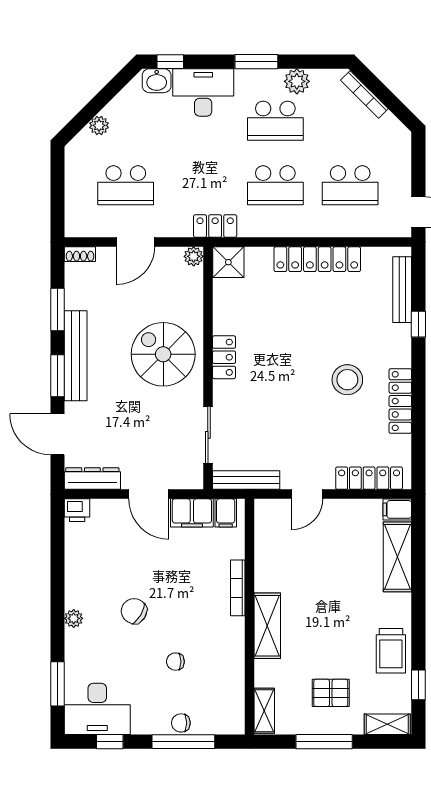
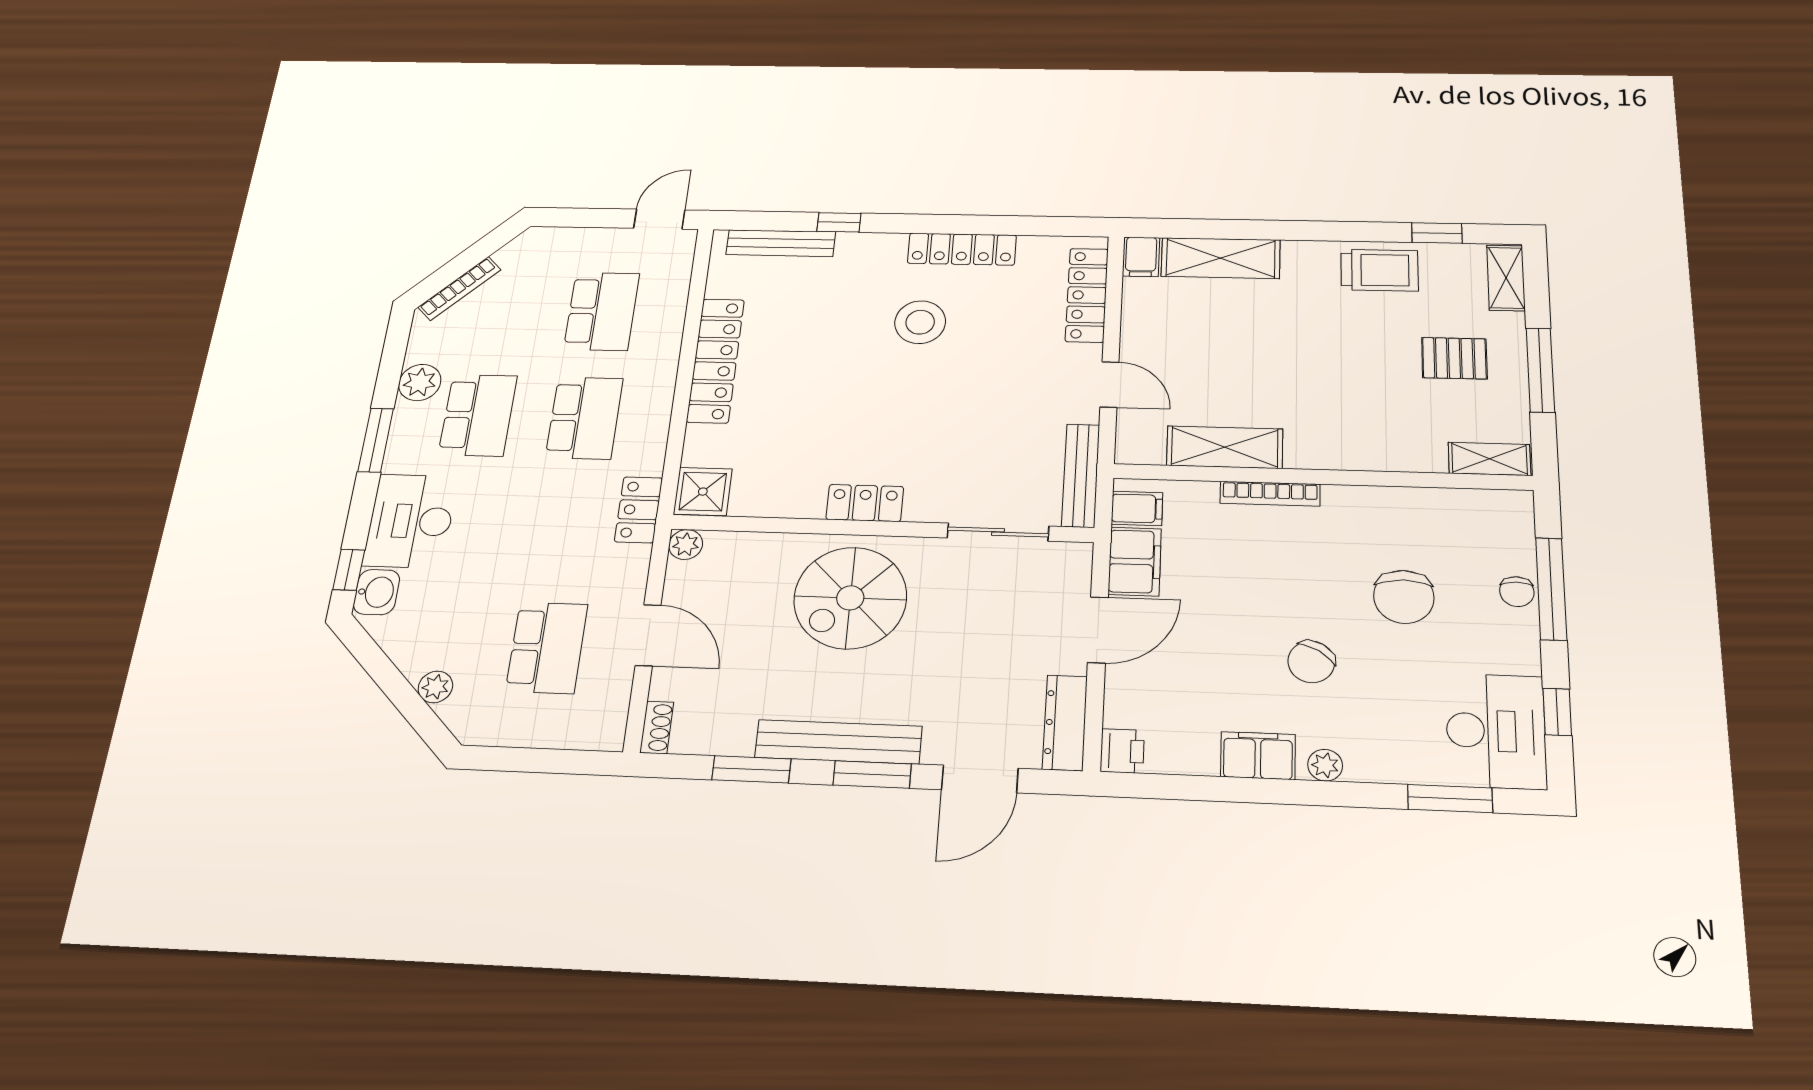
filing cabinet: (78, 583) -> (1258, 756), added
shelving: (267, 626) -> (1225, 447), moved
chair: (175, 662) -> (1404, 597), width x1.87, depth x1.87
pallet: (331, 693) -> (1454, 358), turned 90

